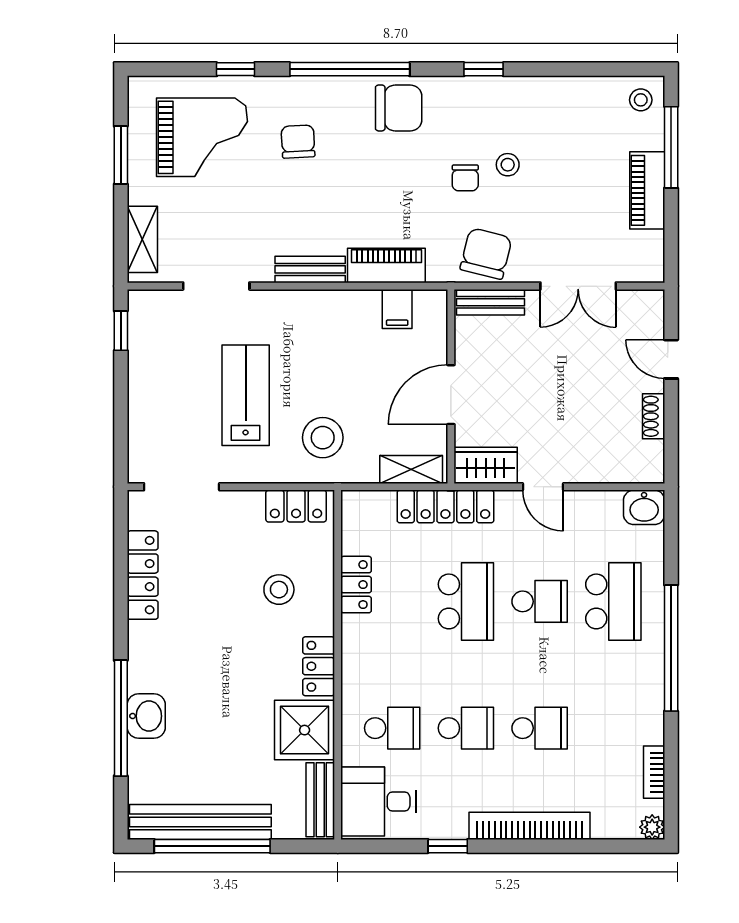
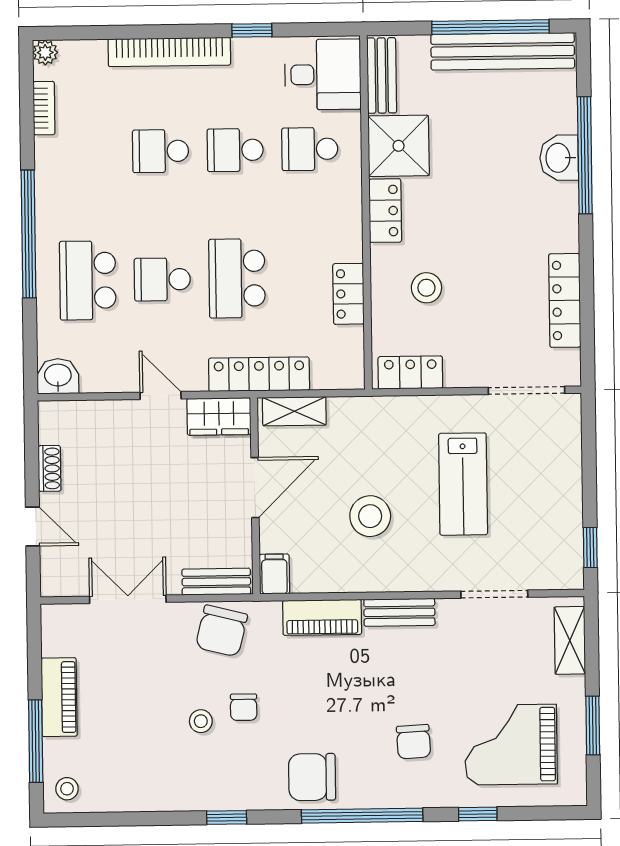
chair: (465, 178) -> (244, 707), turned 180
filing cabinet: (397, 309) -> (274, 574), moved
stool: (323, 438) -> (370, 516), moved

